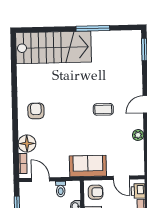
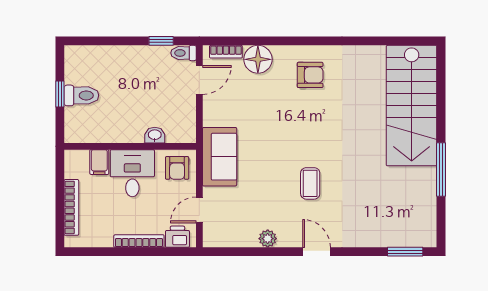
toilet: (61, 189) -> (184, 53), moved

